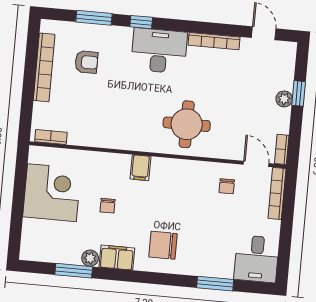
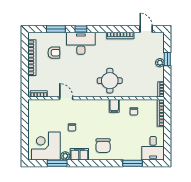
desk: (159, 51) -> (81, 43), moved
door: (256, 164) -> (66, 98), moved
filing cabinet: (140, 168) -> (114, 106), moved
corner desk: (52, 193) -> (46, 146), moved, turned -90
chair: (163, 245) -> (103, 146), turned -90

